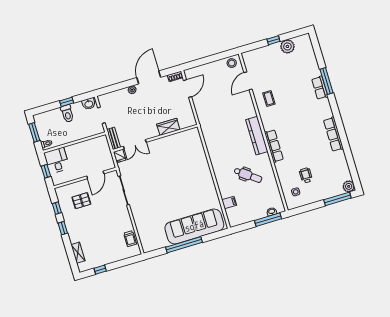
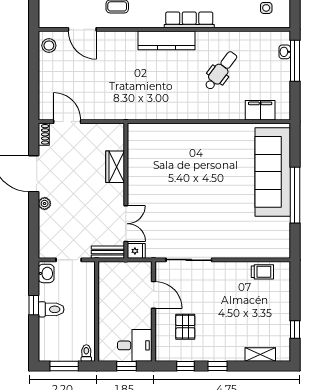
desk: (57, 160) -> (135, 345), moved, turned 180
filing cabinet: (229, 202) -> (260, 110), width x2.00

